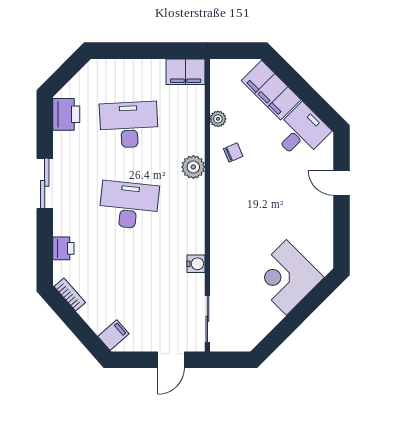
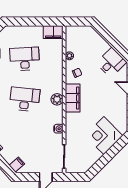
filing cabinet: (271, 90) -> (73, 98), moved, turned -135
plant: (193, 167) -> (57, 99), moved

